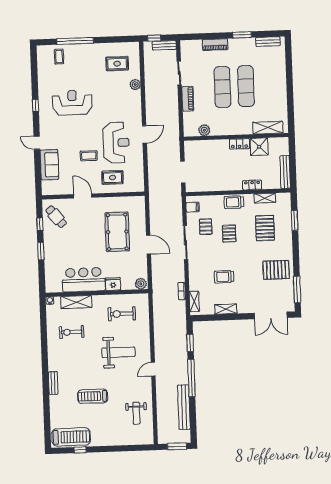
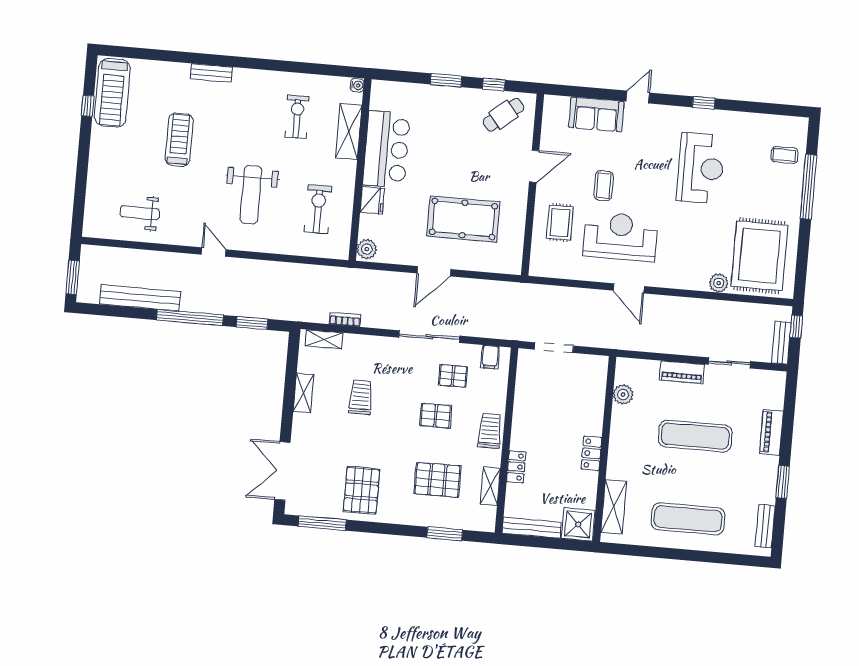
rug: (117, 64) -> (759, 256), width x1.86, depth x2.06
exercise mat: (246, 86) -> (688, 519), moved
reception desk: (116, 143) -> (620, 237), turned 180
shower: (259, 147) -> (578, 524), moved

